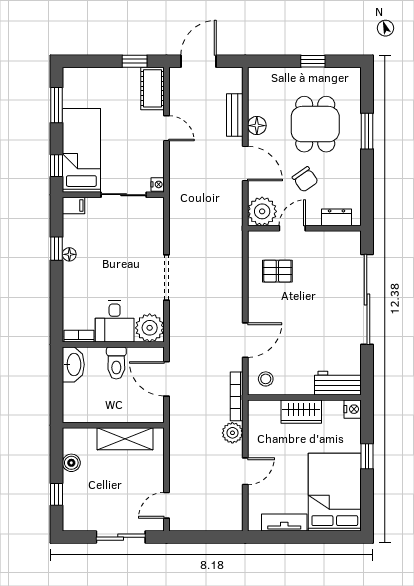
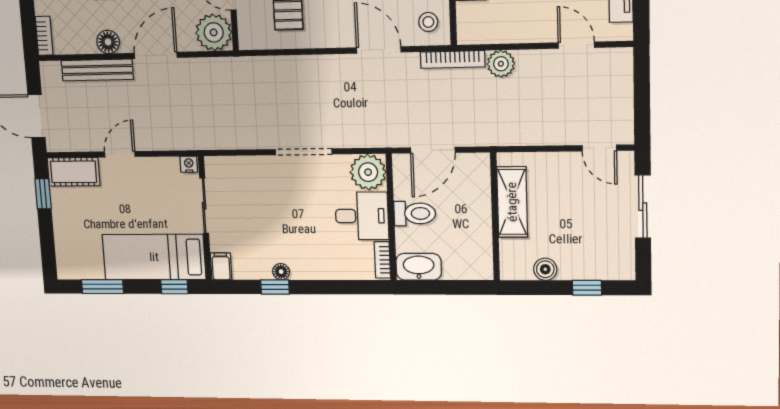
bookcase: (263, 73) -> (44, 36), added
bench: (235, 115) -> (97, 70), width x1.36
door: (245, 471) -> (576, 45), moved

